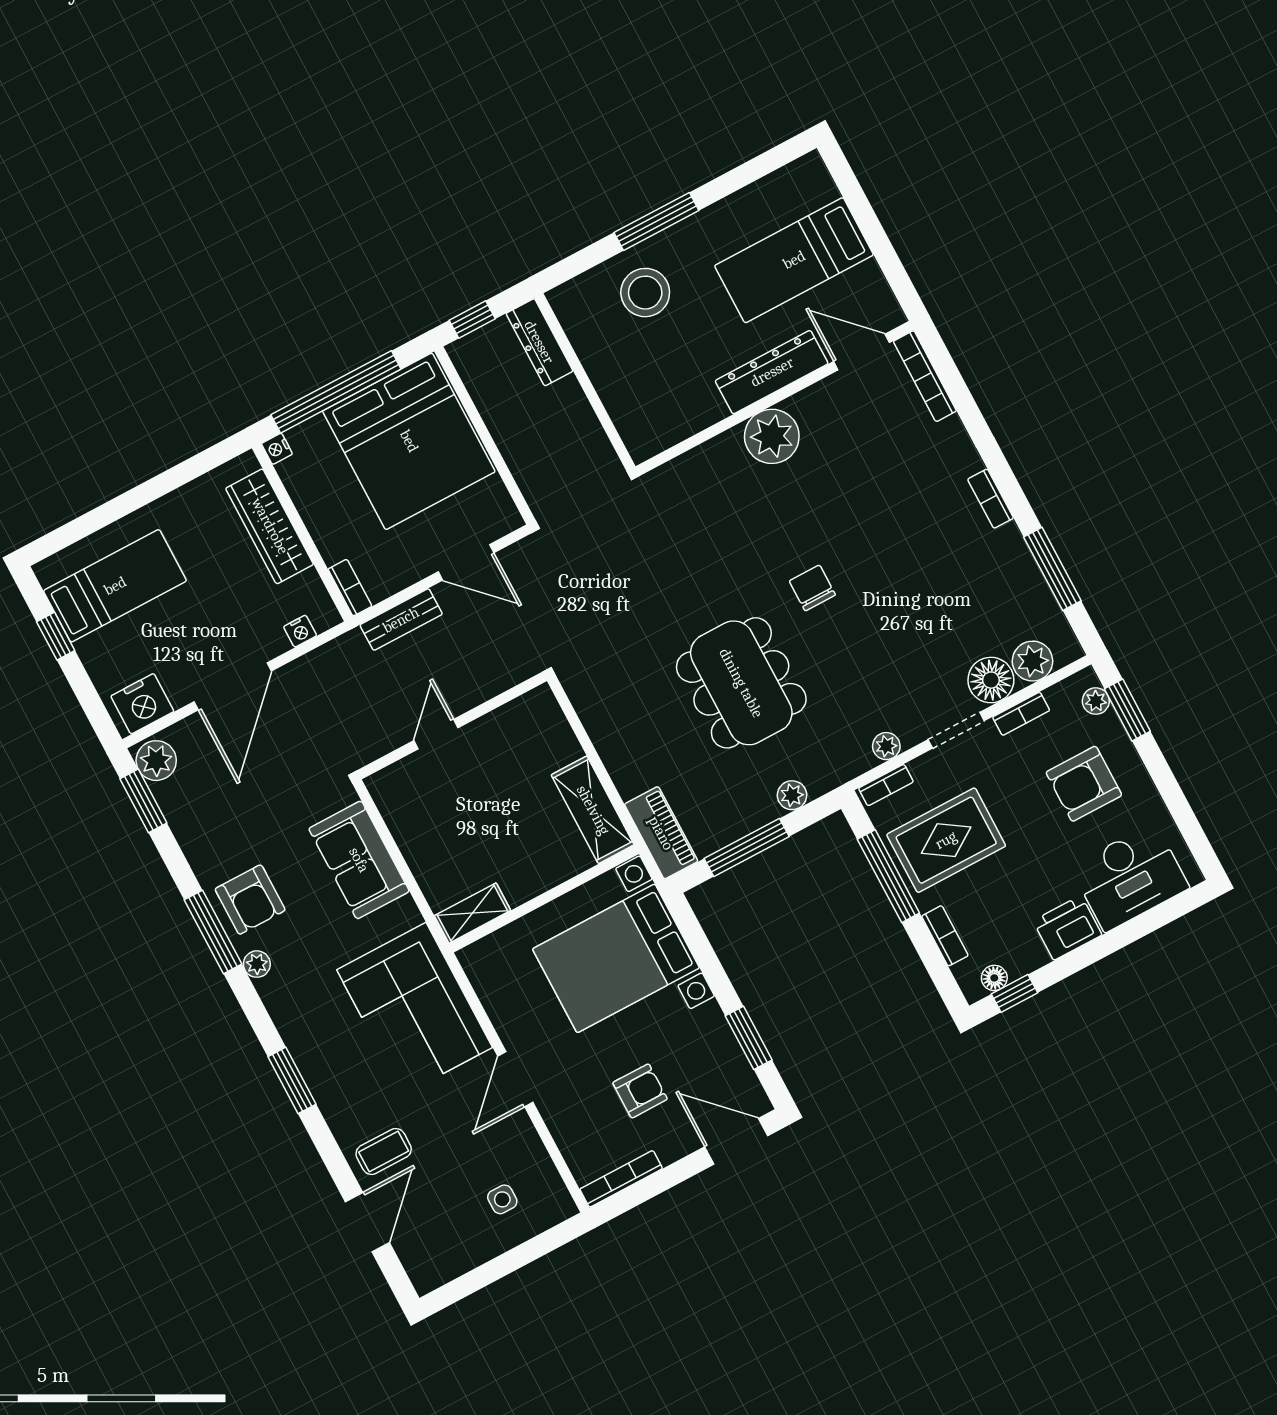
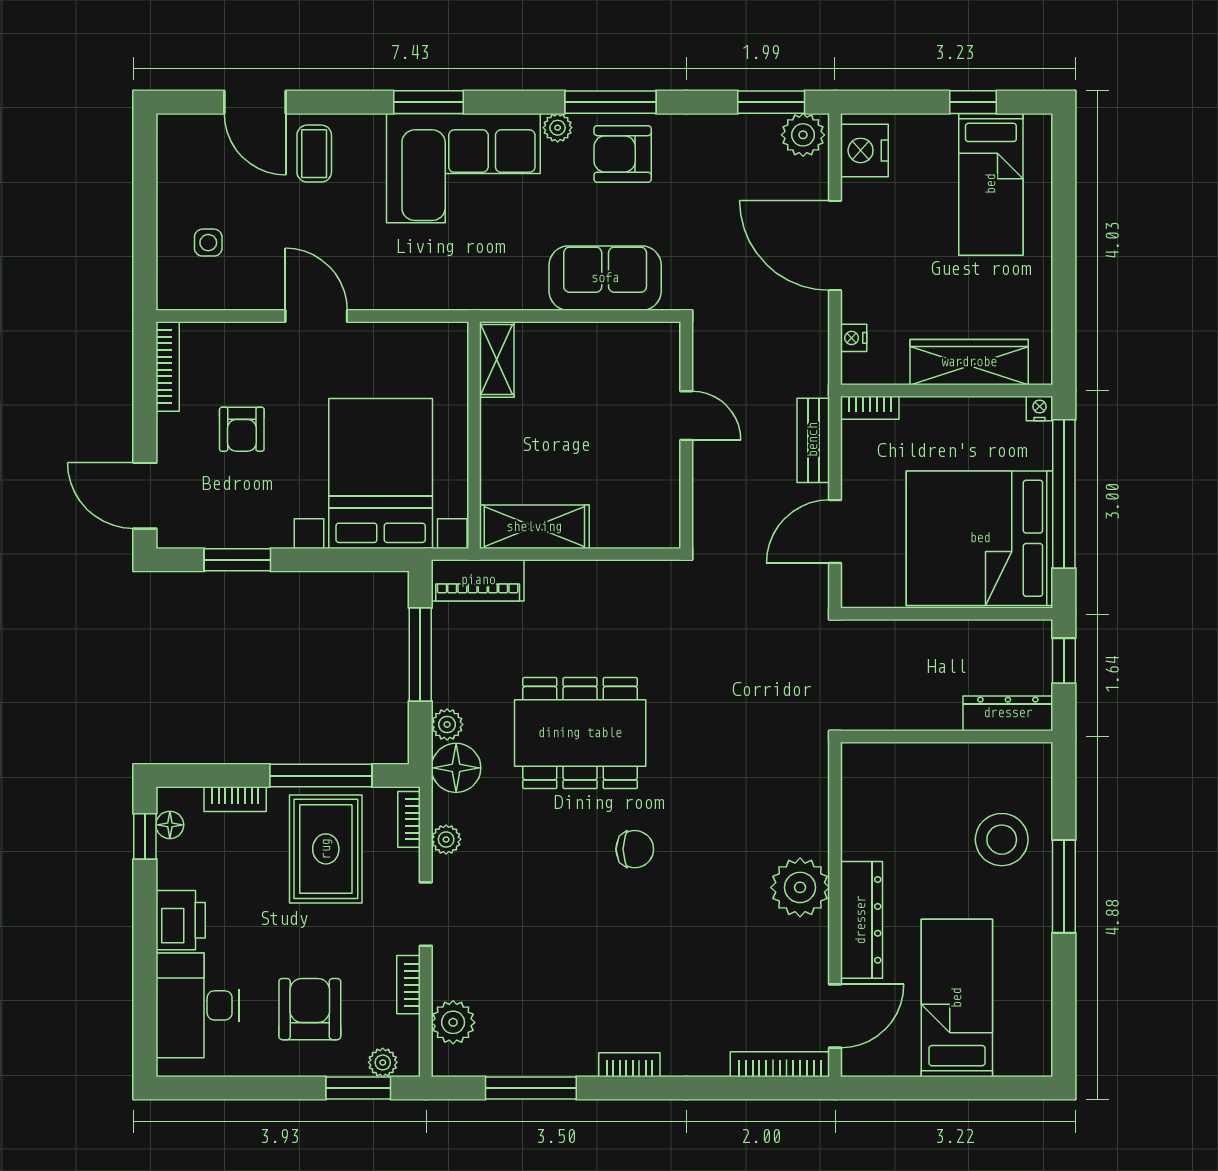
floor lamp: (991, 680) -> (456, 768), moved
corner sofa: (415, 1009) -> (463, 168), moved, turned 180
door: (736, 1141) -> (145, 496), swing flipped

